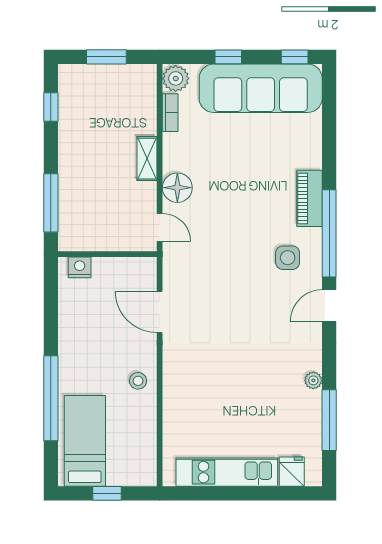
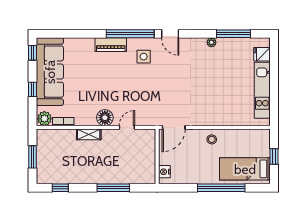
wall: (107, 254) -> (157, 156), moved
nightstand: (80, 267) -> (164, 172), moved

